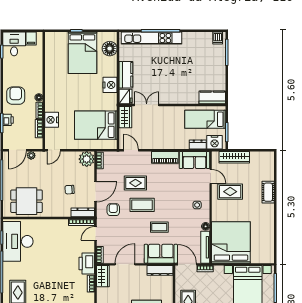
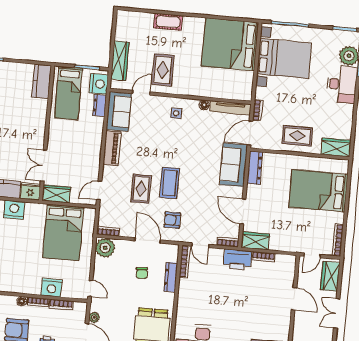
dresser: (83, 212) -> (171, 277), moved
coffee table: (159, 227) -> (200, 164), removed
bed: (231, 242) -> (230, 44), moved

